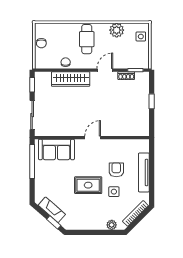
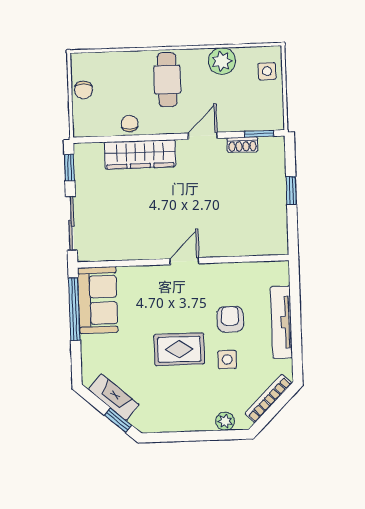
sofa: (56, 149) -> (98, 300), moved, turned -90

